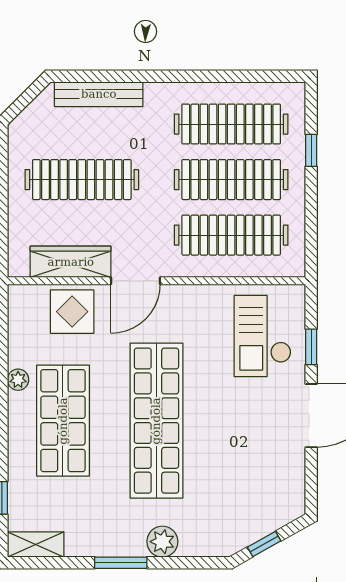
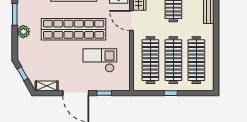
window: (311, 150) -> (171, 93), moved
checkout: (263, 336) -> (100, 60), moved
shelving: (293, 486) -> (47, 86), added

